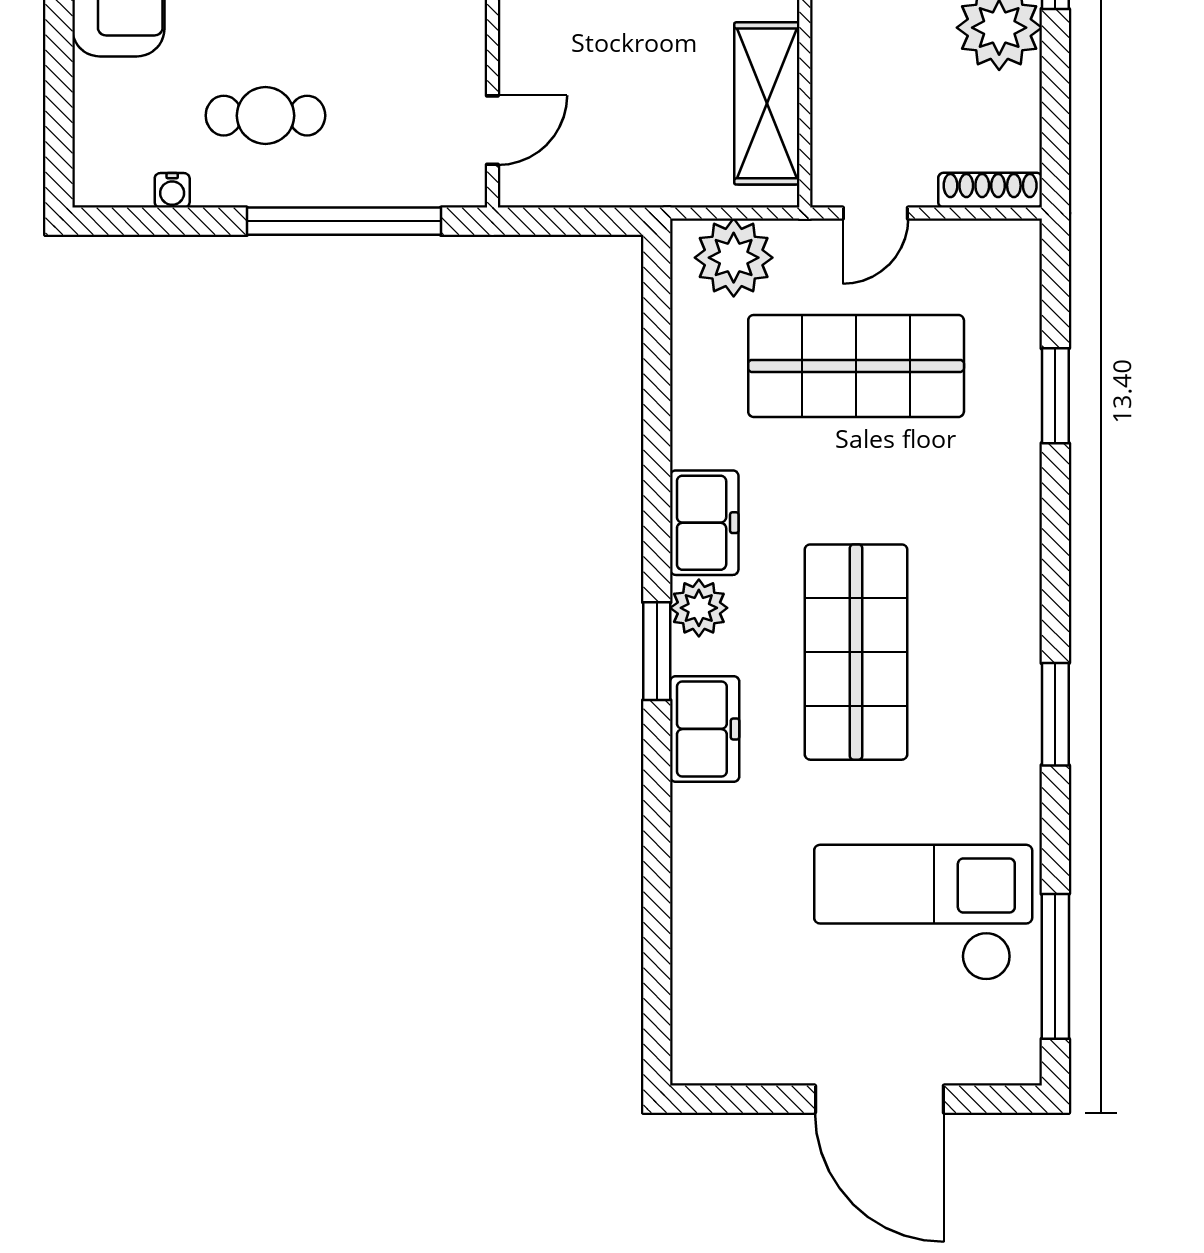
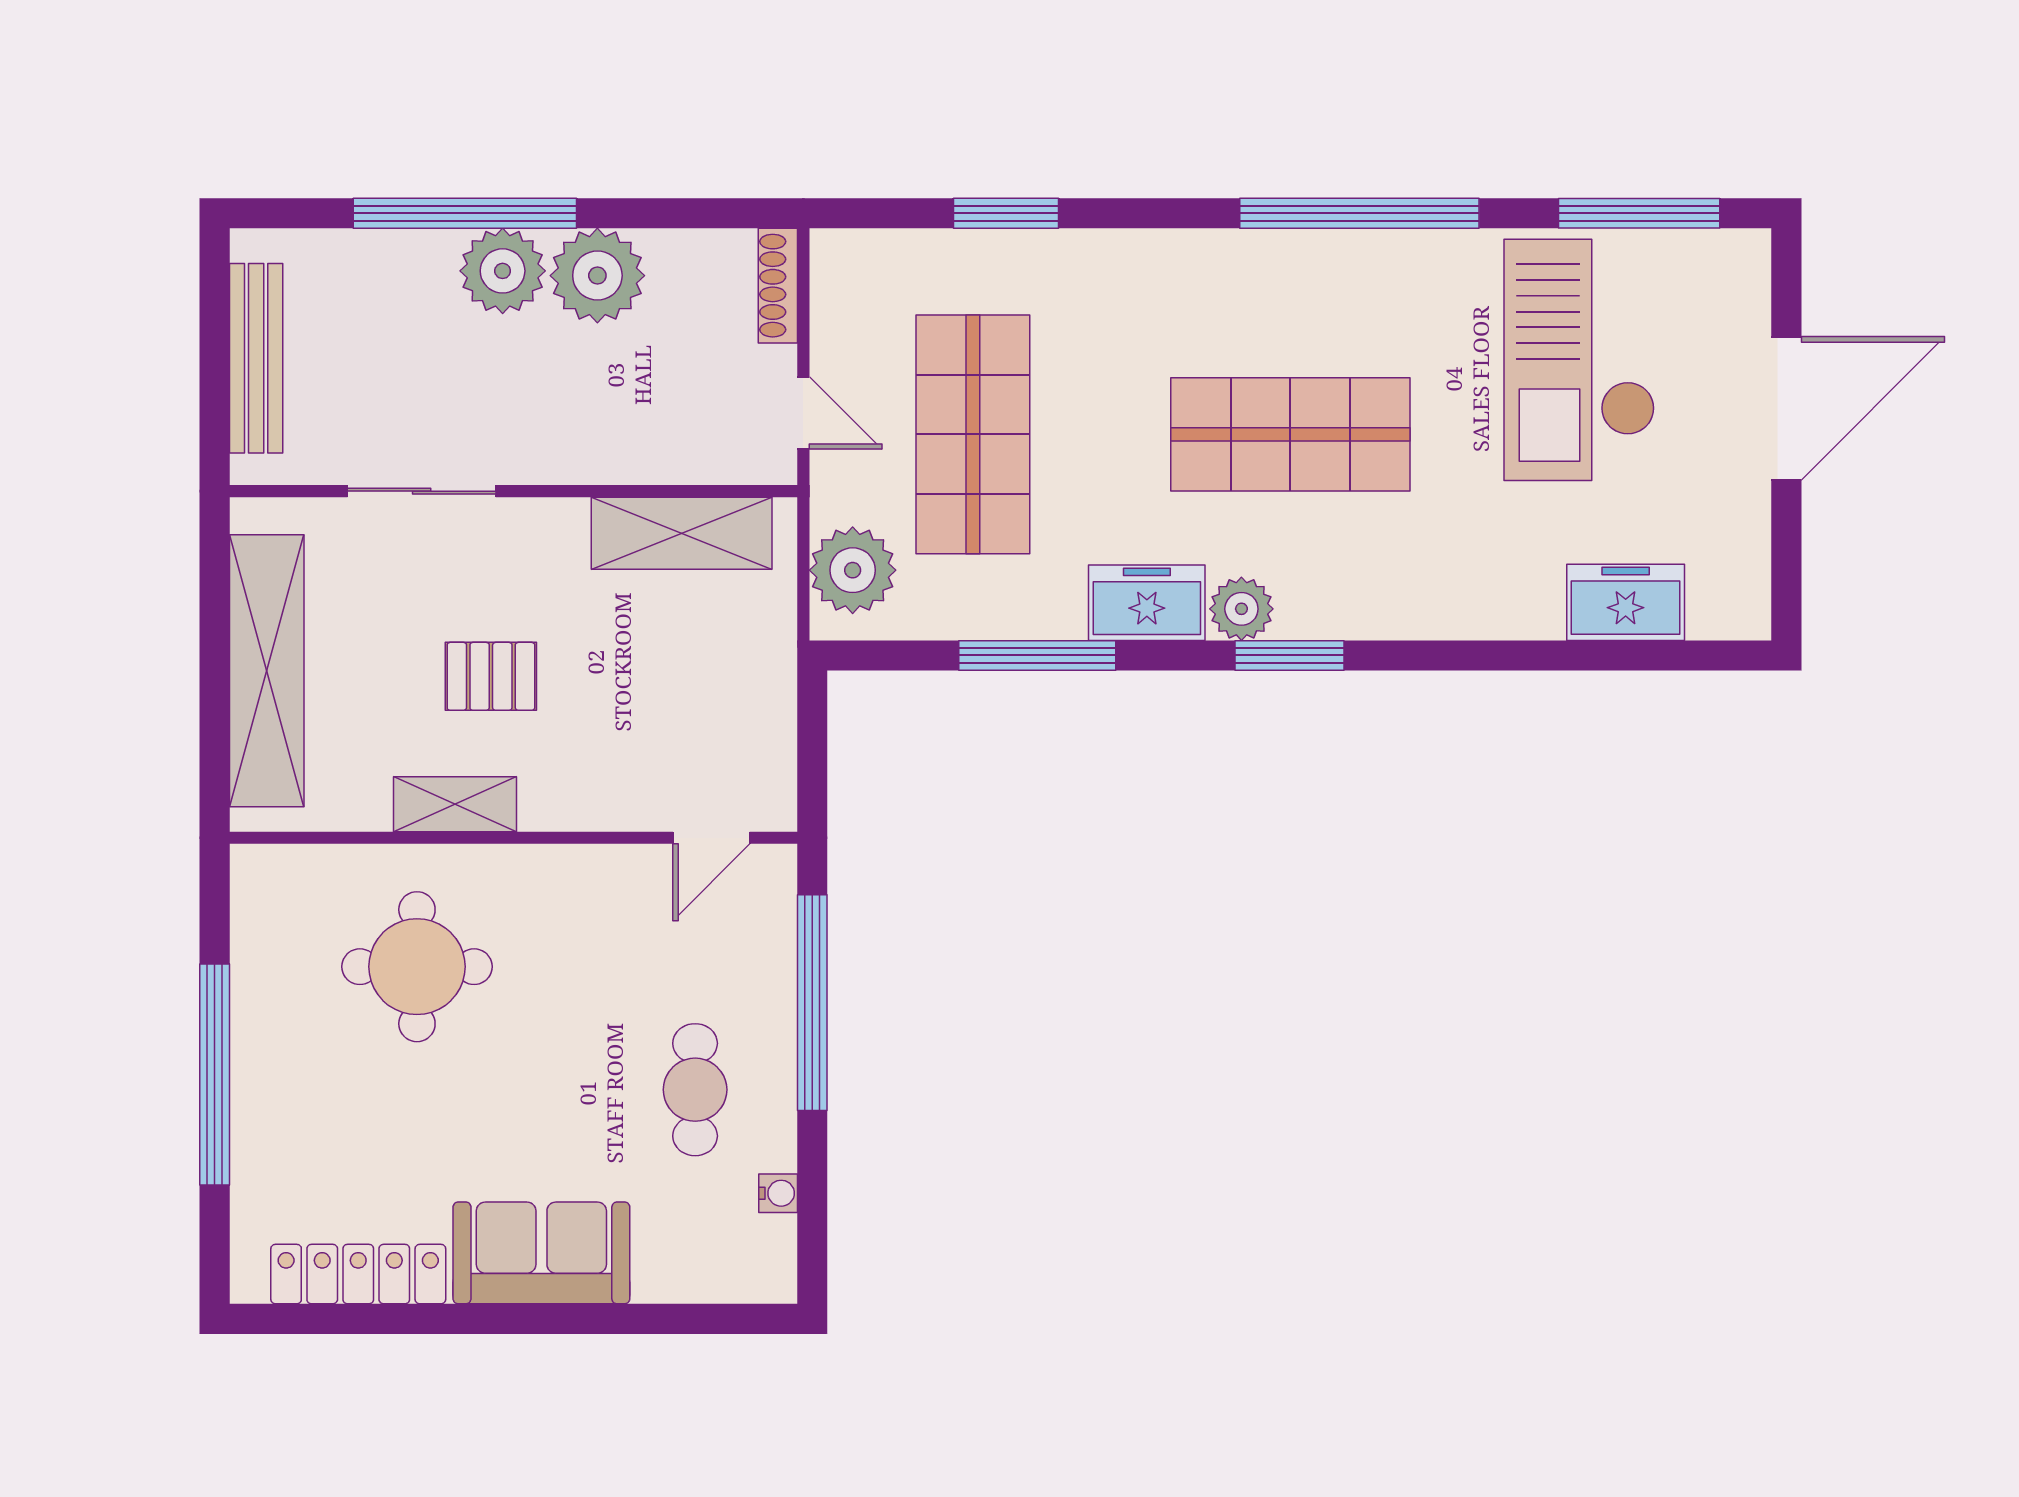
door: (492, 130) -> (711, 838), swing flipped
window: (657, 424) -> (1037, 655), added
window: (1055, 714) -> (1359, 213), width x2.11
freezer: (705, 729) -> (1626, 602), moved

